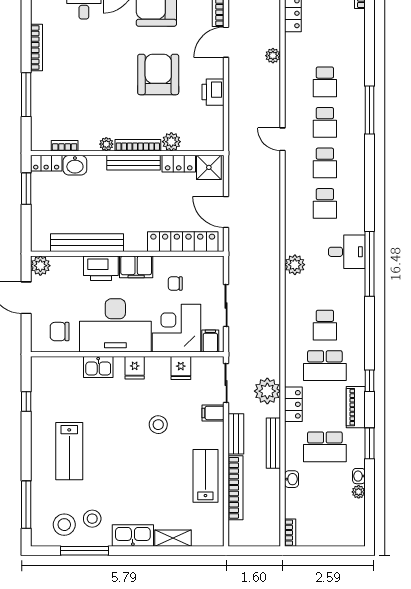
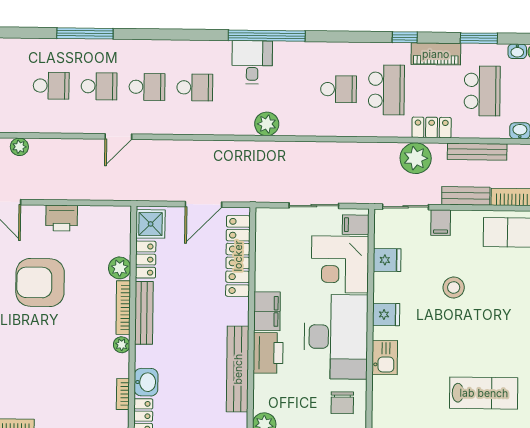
chair: (175, 283) -> (287, 265), removed

